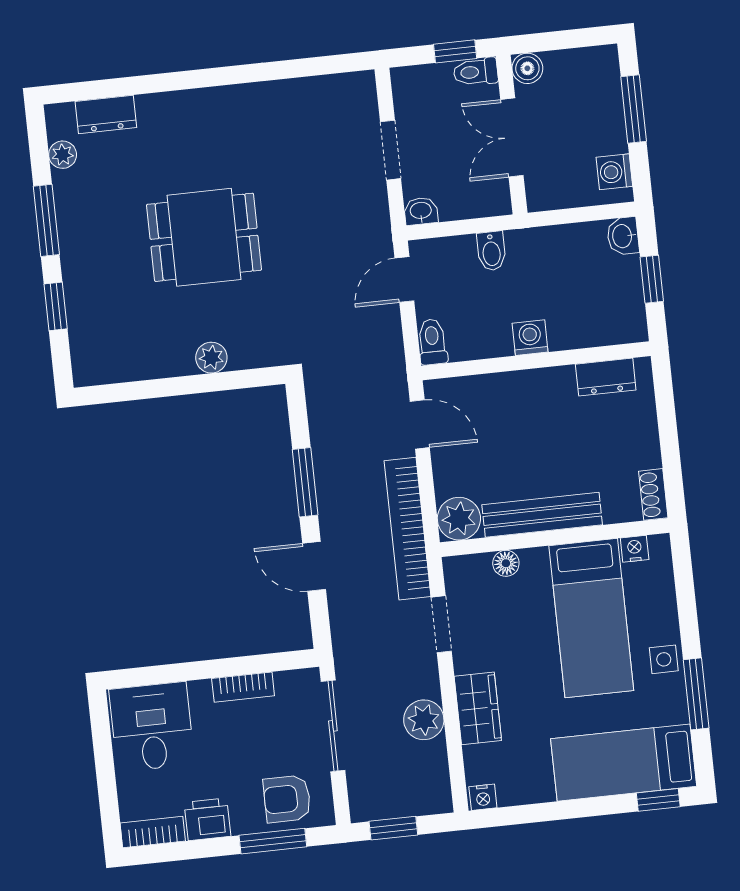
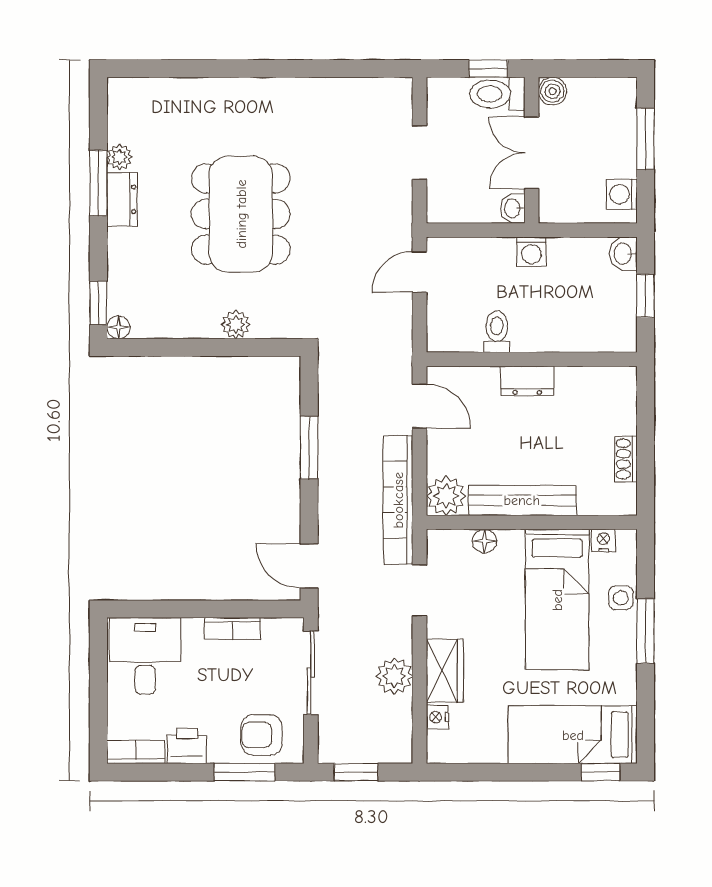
toilet: (476, 72) -> (497, 94), width x1.37, depth x1.39
dresser: (106, 115) -> (122, 199), moved, turned -90
plant: (63, 155) -> (120, 157), moved
washbasin: (421, 211) -> (513, 208), moved, turned -90
dining table: (204, 237) -> (241, 214), width x1.38
bidet: (491, 251) -> (502, 255), removed
window: (56, 306) -> (98, 303), moved
washing machine: (530, 338) -> (531, 252), moved, turned 180
toilet: (432, 342) -> (497, 332), moved
floor lamp: (85, 374) -> (118, 327), added
dresser: (606, 377) -> (527, 381), moved
shoe rack: (653, 494) -> (626, 459), moved
door: (314, 566) -> (309, 566), moved
side table: (664, 659) -> (621, 598), moved
window: (696, 694) -> (646, 631), moved
nightstand: (483, 797) -> (437, 717), moved, turned 90

